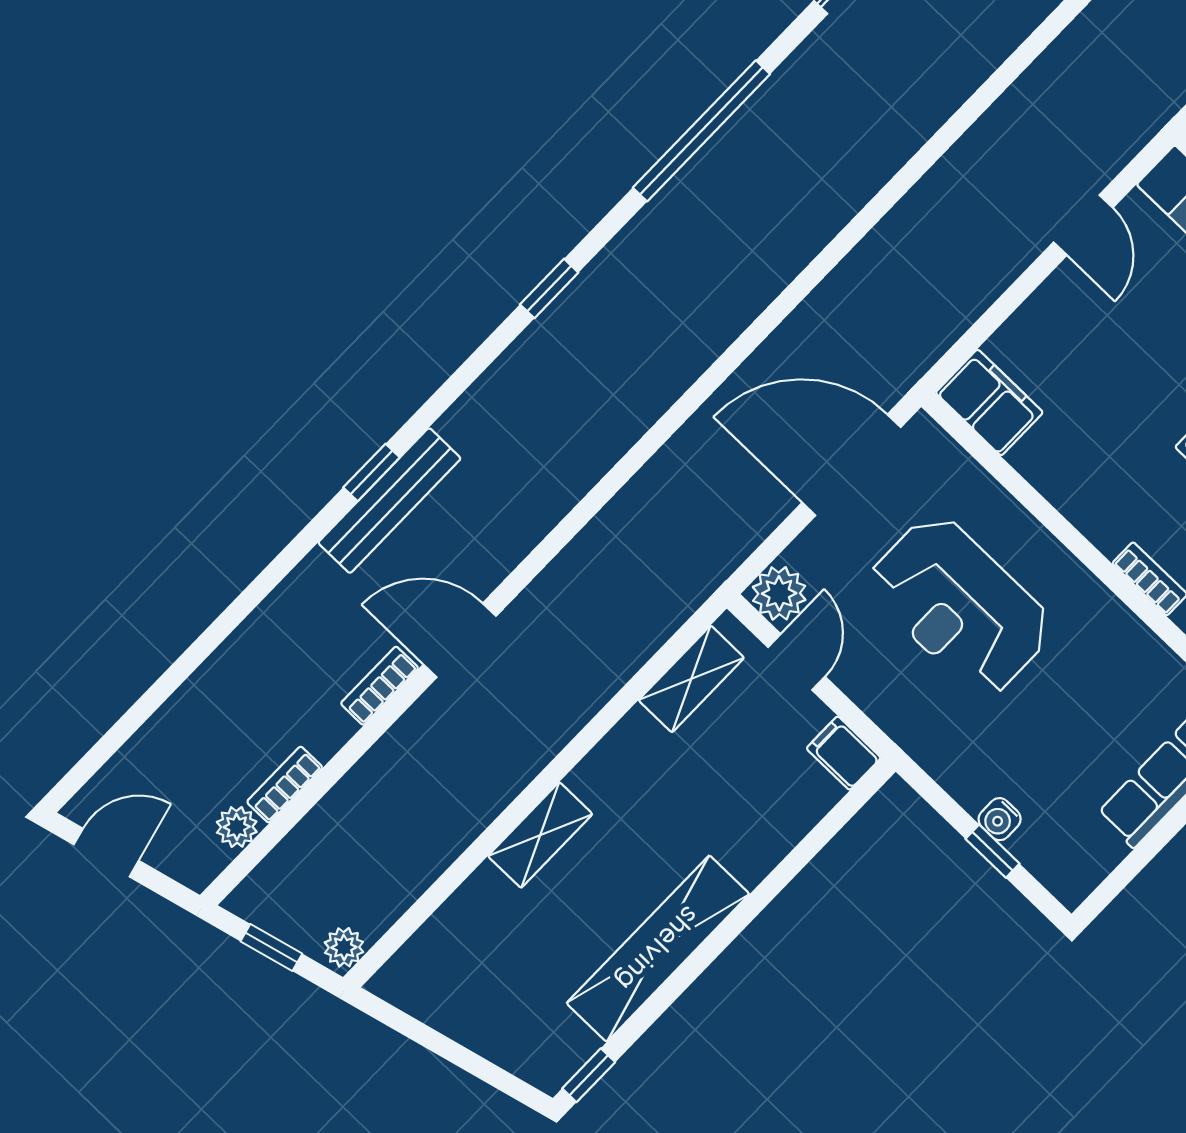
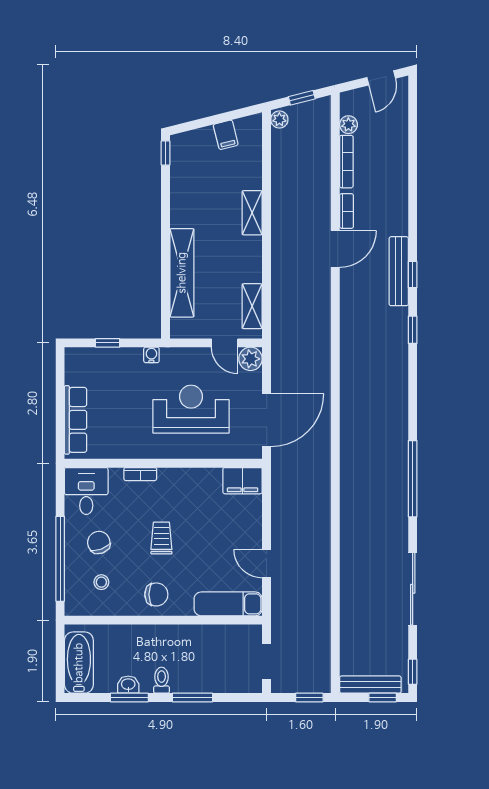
window: (549, 288) -> (413, 330), moved
filing cabinet: (844, 753) -> (226, 135), moved, turned 76
bookcase: (285, 785) -> (346, 162), width x1.56
water cooler: (1000, 819) -> (151, 355), moved
shelving: (658, 949) -> (182, 273), moved

